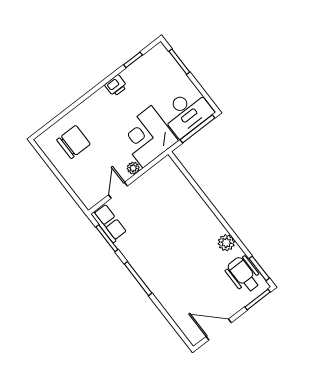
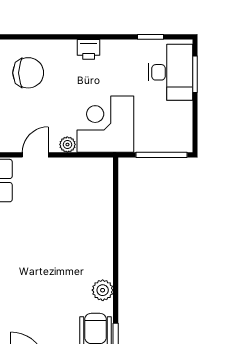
printer: (116, 86) -> (89, 49), moved
desk: (187, 112) -> (170, 72), moved, turned -90

